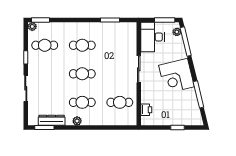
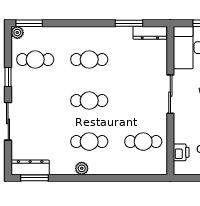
dresser: (124, 27) -> (150, 33), added
dresser: (52, 120) -> (30, 167), moved

